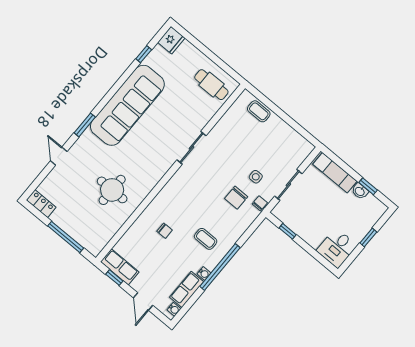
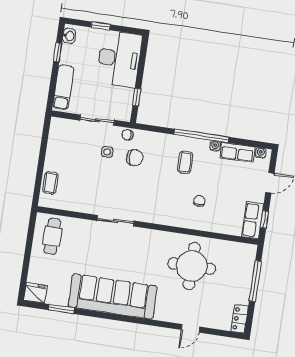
window: (144, 54) -> (61, 309), width x1.50
window: (85, 125) -> (151, 322), removed
round table: (112, 190) -> (192, 266), width x1.36, depth x1.36
washbasin: (360, 191) -> (69, 36), moved
desk: (337, 248) -> (119, 59), width x1.87, depth x1.30

